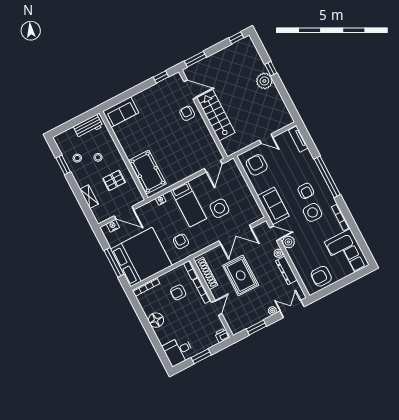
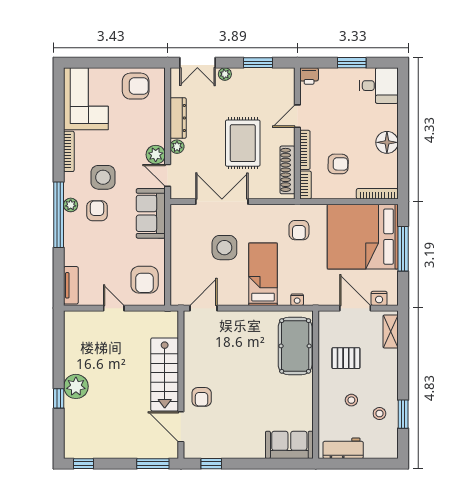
plant: (323, 186) -> (71, 205), added
shelving: (89, 197) -> (391, 331), moved

